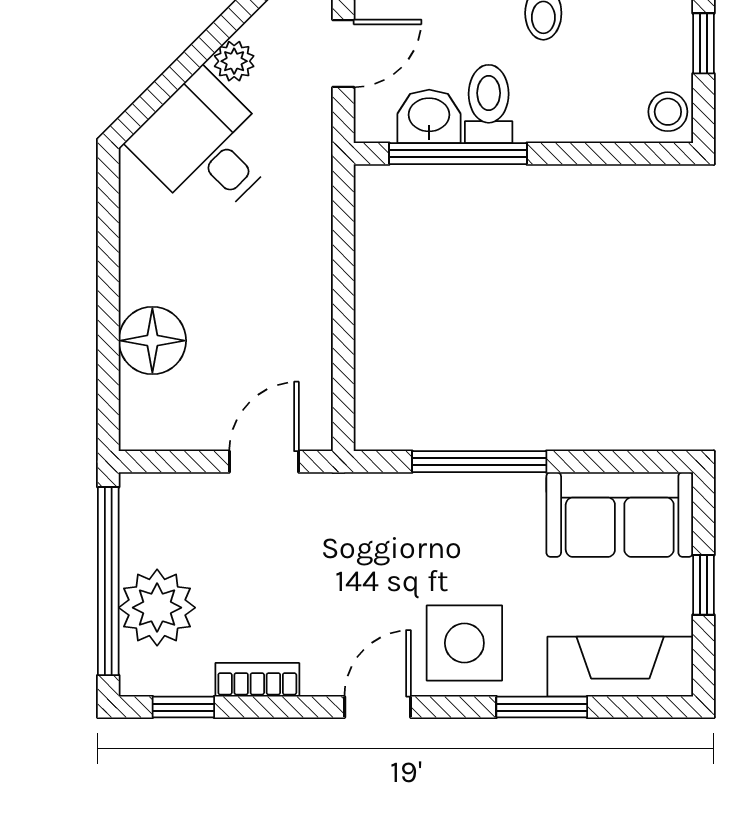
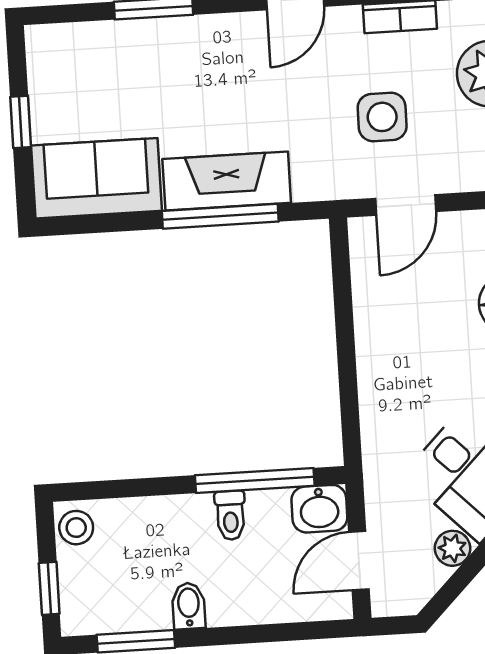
toilet: (489, 104) -> (230, 515), width x0.73, depth x0.72
washbasin: (429, 116) -> (319, 509), moved
side table: (464, 643) -> (382, 117), moved, width x0.73, depth x0.73
fireplace: (620, 667) -> (227, 181), moved, turned 180

